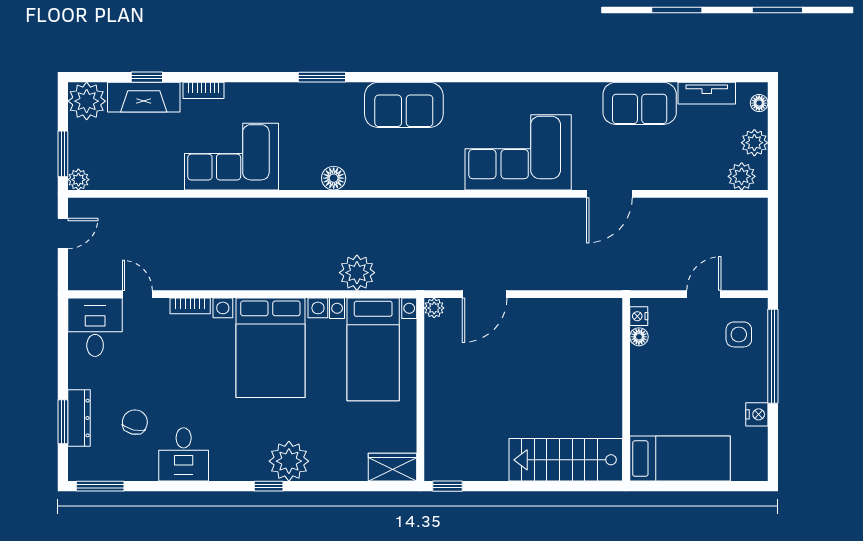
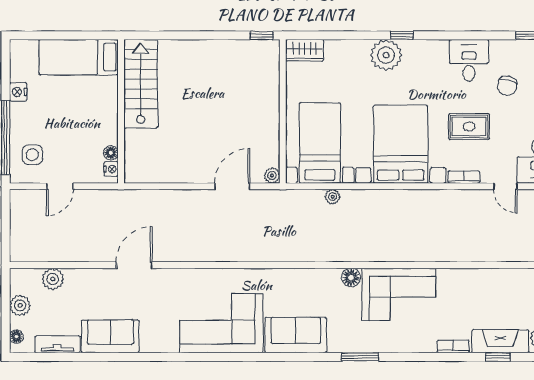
corner sofa: (518, 152) -> (222, 323), moved, turned 180
corner sofa: (232, 157) -> (399, 294), moved
plant: (742, 176) -> (53, 279), moved
plant: (357, 273) -> (333, 197), width x0.53, depth x0.53
rug: (183, 370) -> (469, 127), added
stairs: (566, 460) -> (141, 84), moved, turned -90

